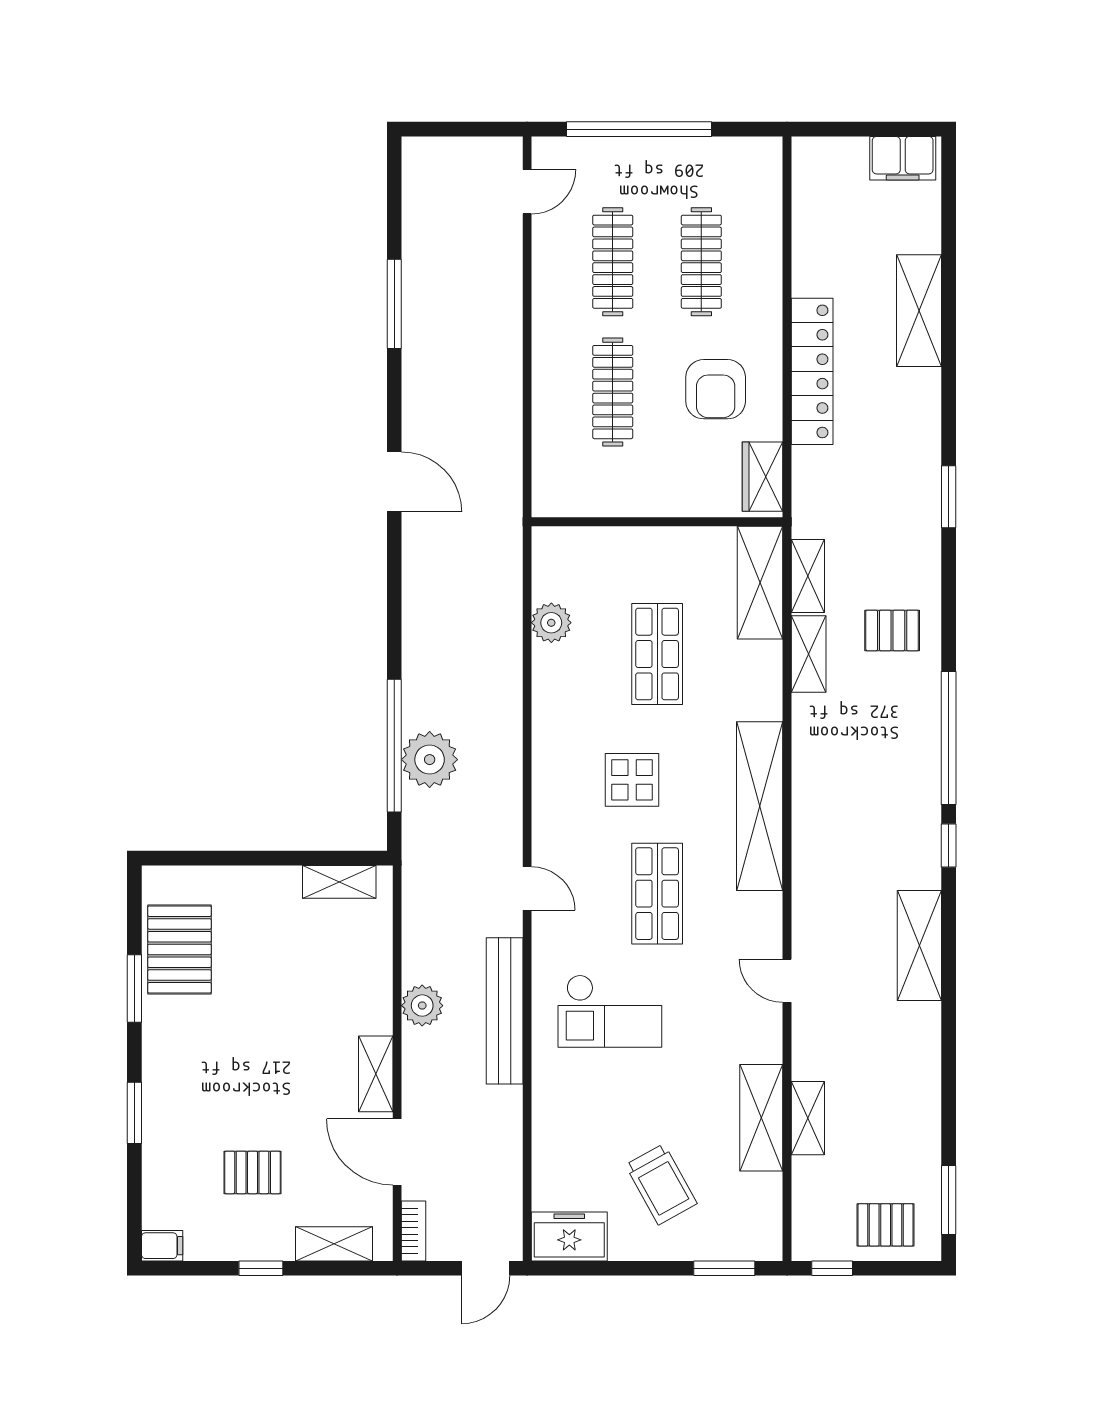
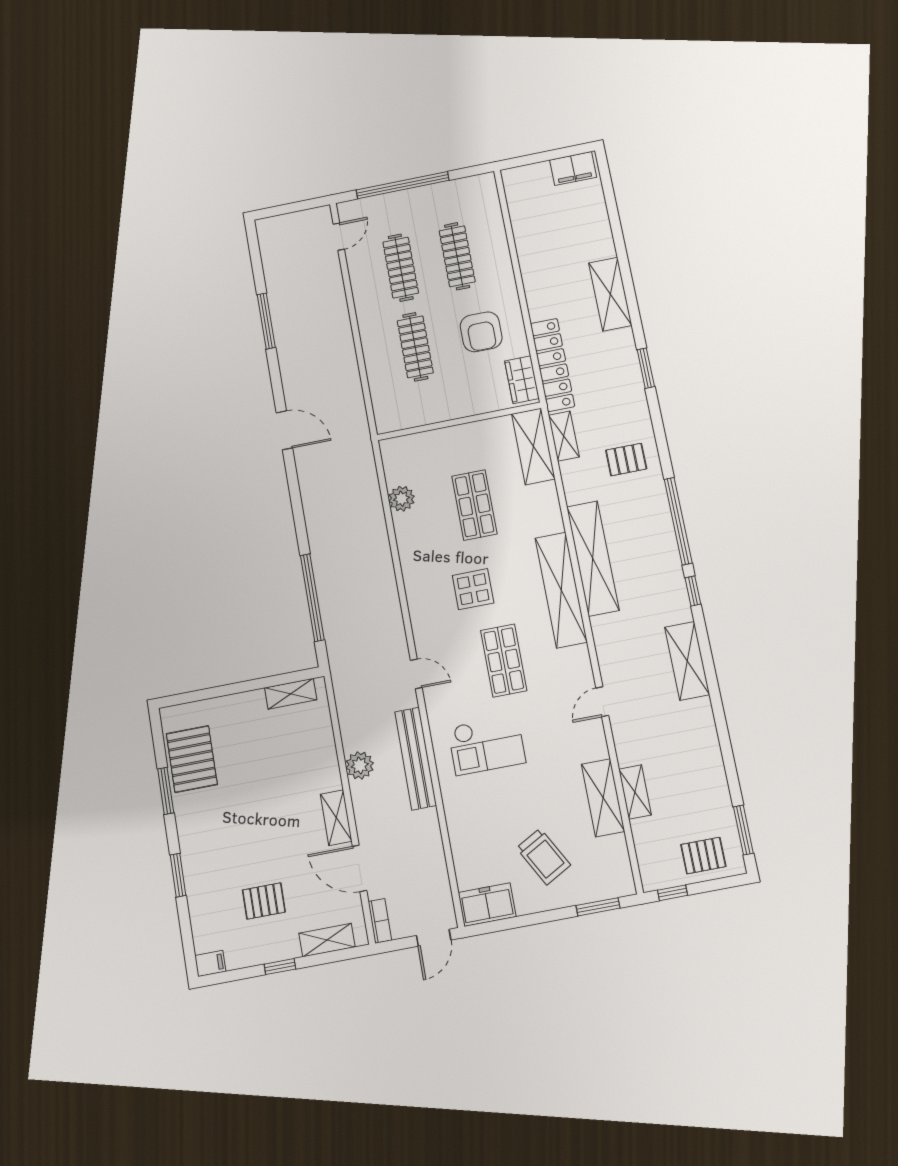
shelving: (919, 311) -> (610, 294), moved
locker: (812, 371) -> (552, 365), moved
shelving: (809, 654) -> (593, 558), moved, width x2.20, depth x1.33
plant: (430, 760) -> (337, 602), removed
door: (787, 981) -> (602, 702), hinge flipped

